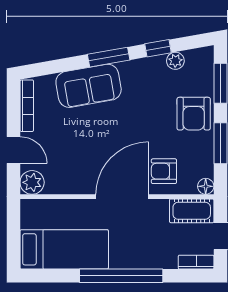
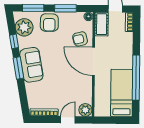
plant: (175, 61) -> (24, 27), width x1.87, depth x1.87
sofa: (89, 86) -> (31, 65), moved
armchair: (194, 114) -> (49, 23), turned 90
armchair: (164, 171) -> (80, 39), turned 76
window: (121, 276) -> (136, 78), moved

